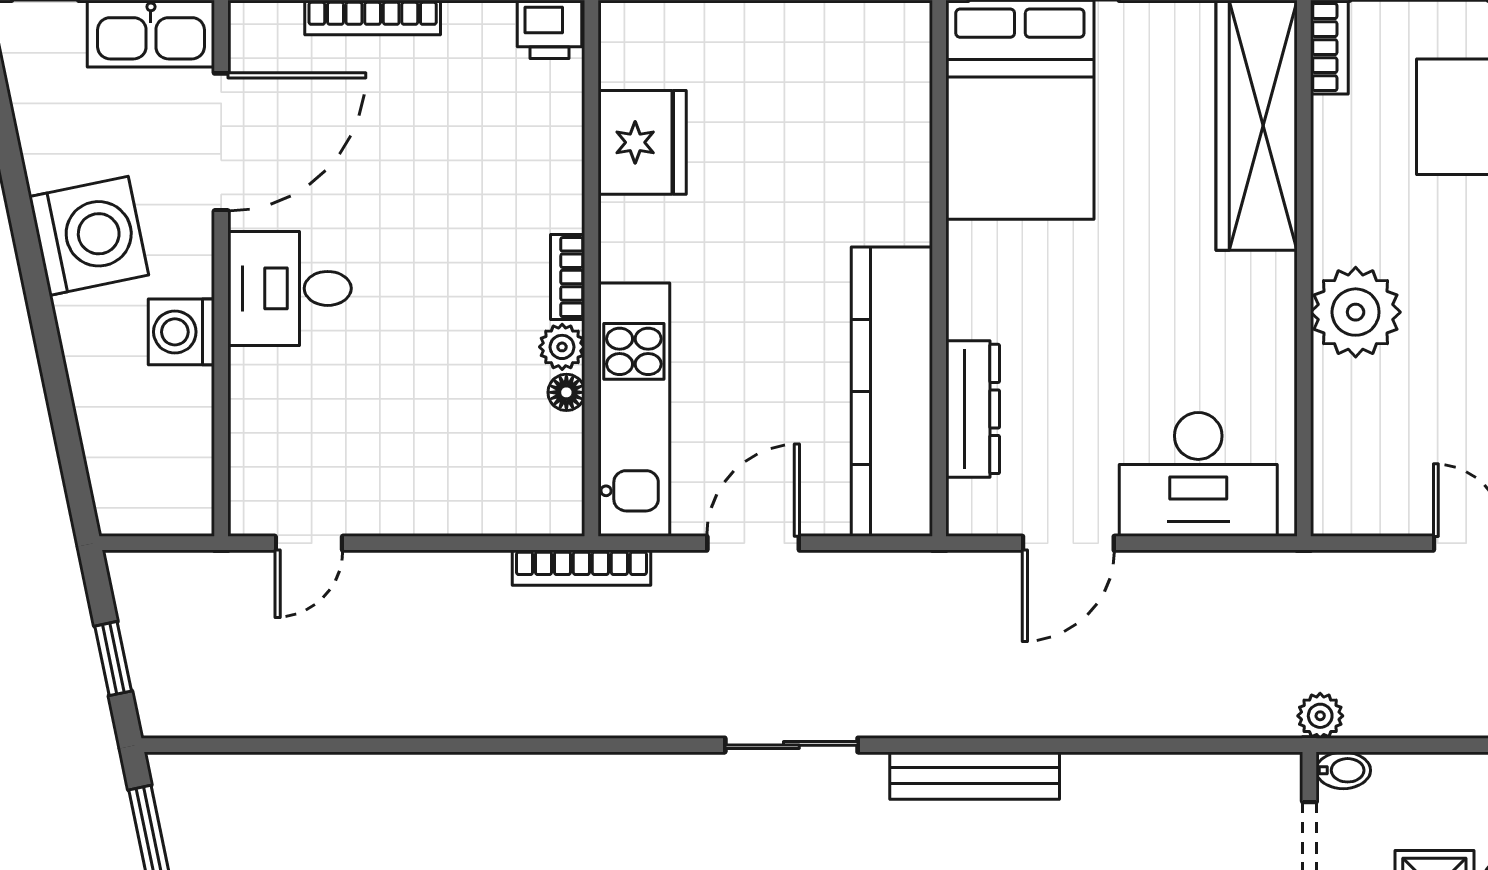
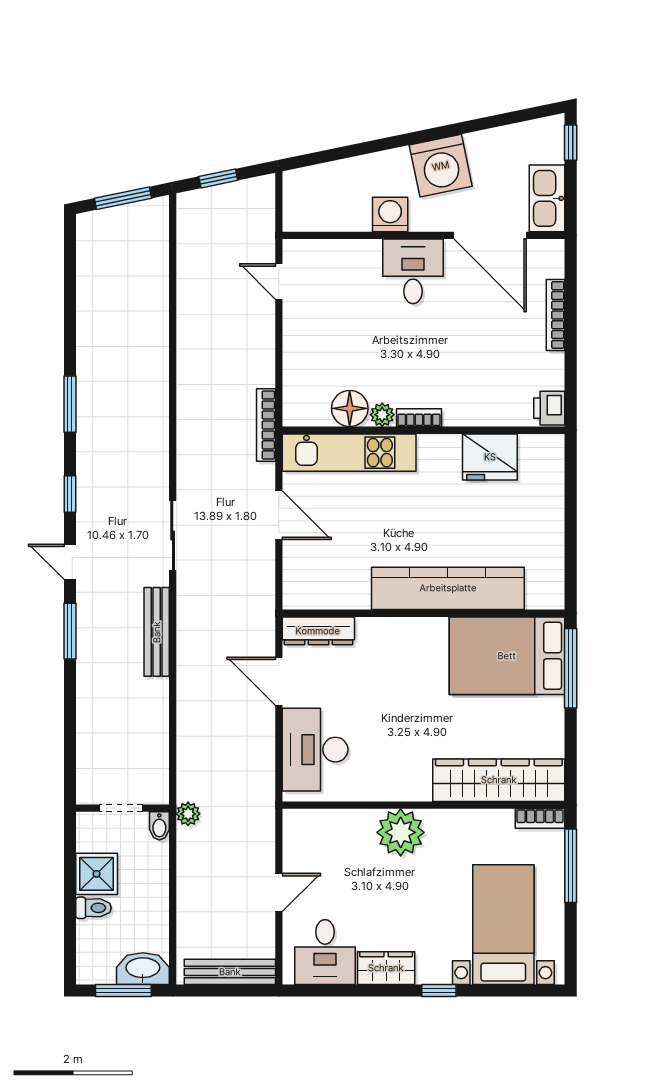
floor lamp: (566, 392) -> (350, 408), width x1.89, depth x1.89
kitchen counter: (892, 392) -> (448, 588), moved
dresser: (973, 409) -> (318, 631), moved

